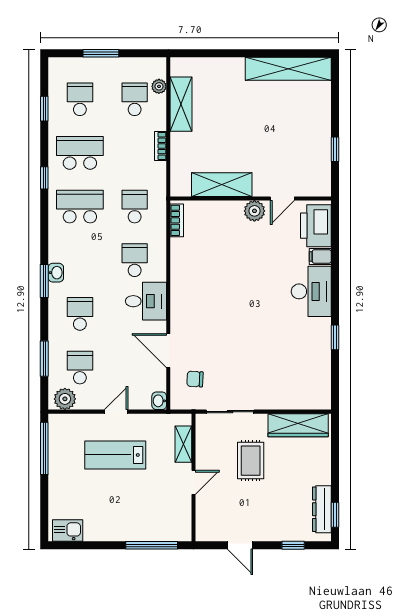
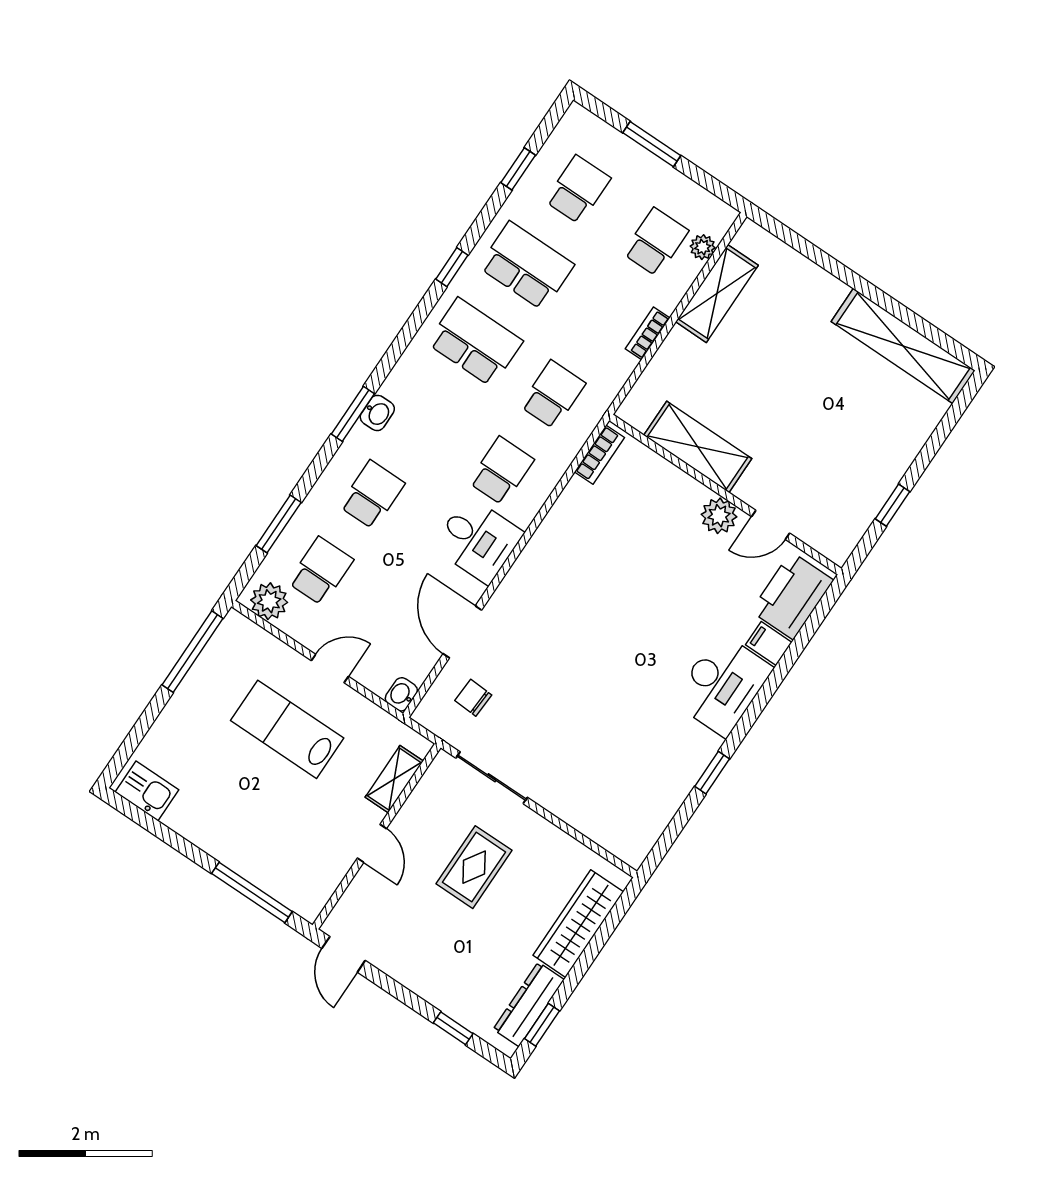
wardrobe: (298, 425) -> (578, 924), moved, turned 90
door: (193, 482) -> (372, 843), hinge flipped
door: (240, 545) -> (344, 954), moved

